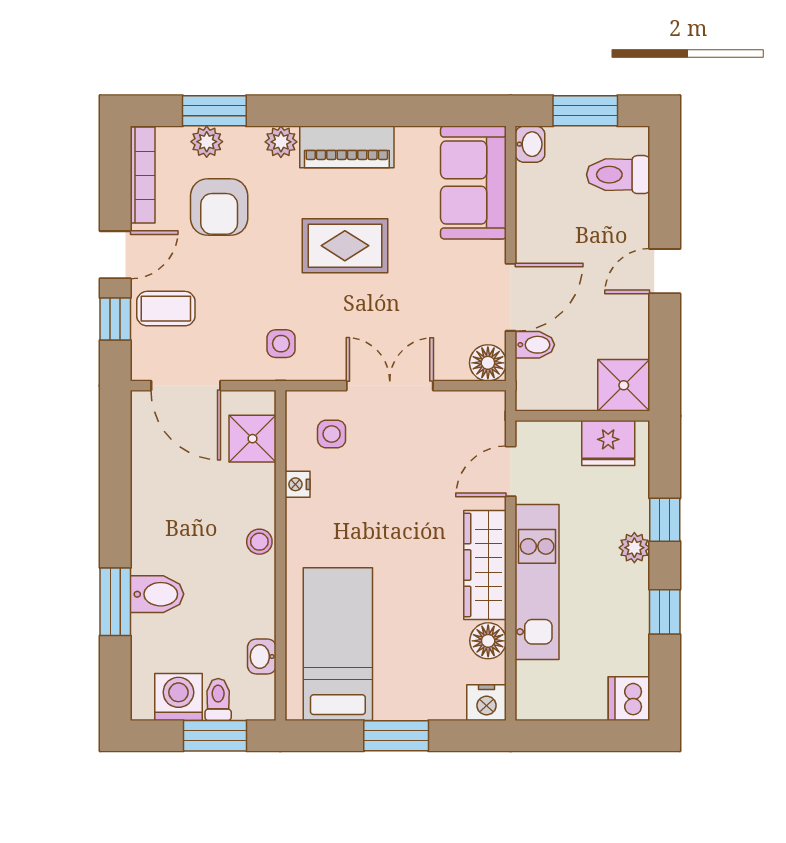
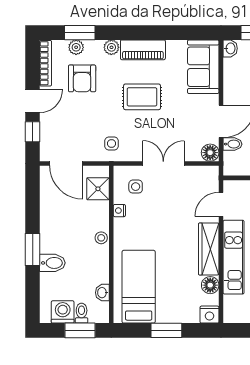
coffee table: (166, 309) -> (57, 127), removed
window: (115, 602) -> (33, 249), moved

